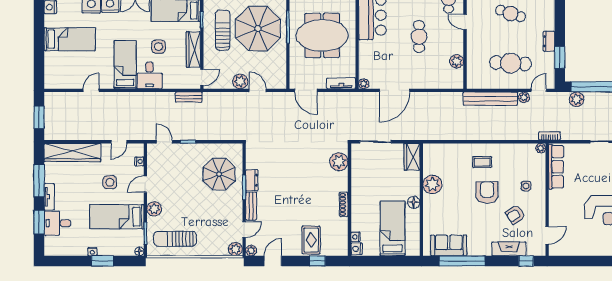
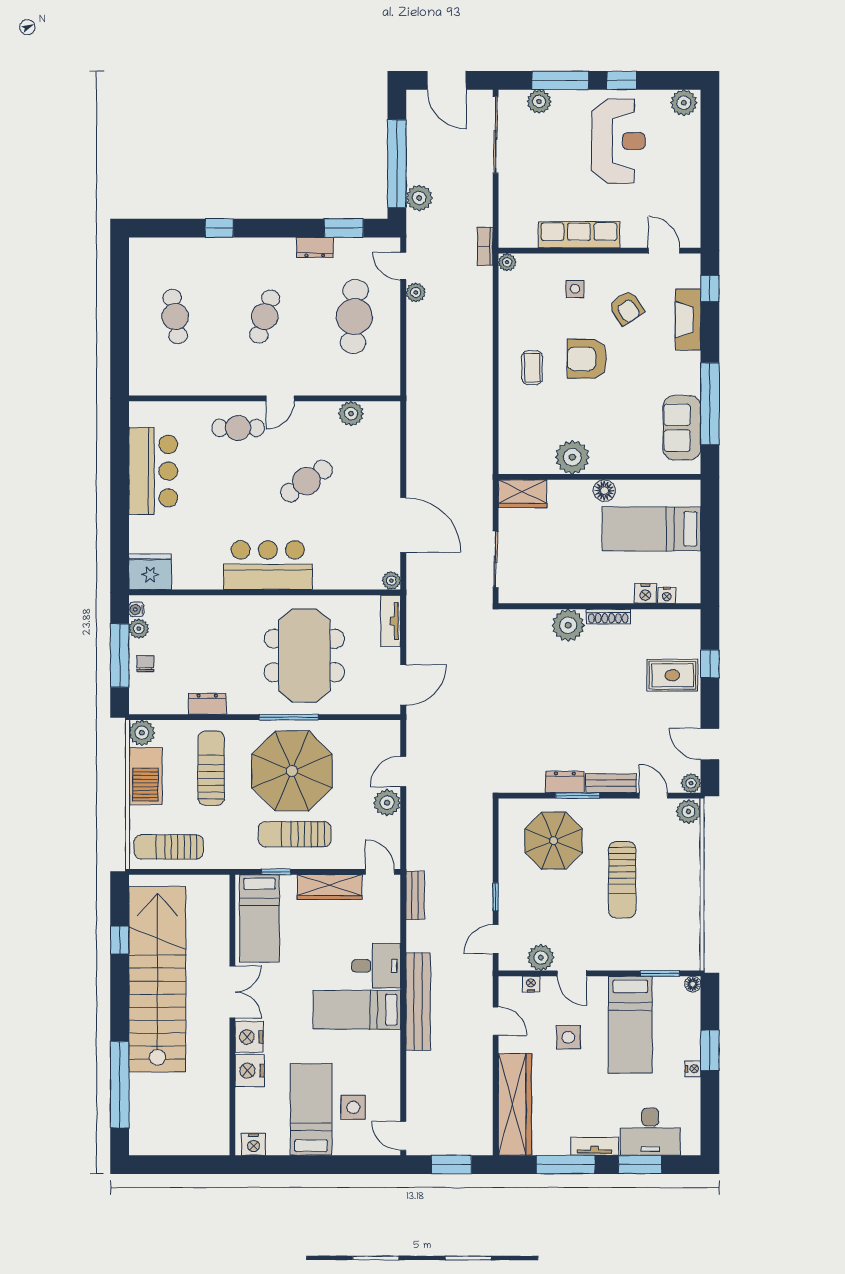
cafe table: (419, 37) -> (306, 481), turned -35
side table: (158, 47) -> (353, 1107), moved
door: (91, 90) -> (403, 1136), moved
bench: (490, 99) -> (418, 1002), moved
plant: (339, 162) -> (568, 625), moved
row of seats: (556, 167) -> (579, 235), moved
plant: (154, 209) -> (541, 958), moved
desk: (57, 223) -> (650, 1132), width x1.37
sun lounger: (175, 239) -> (622, 880), moved
nightstand: (357, 249) -> (645, 593), moved

